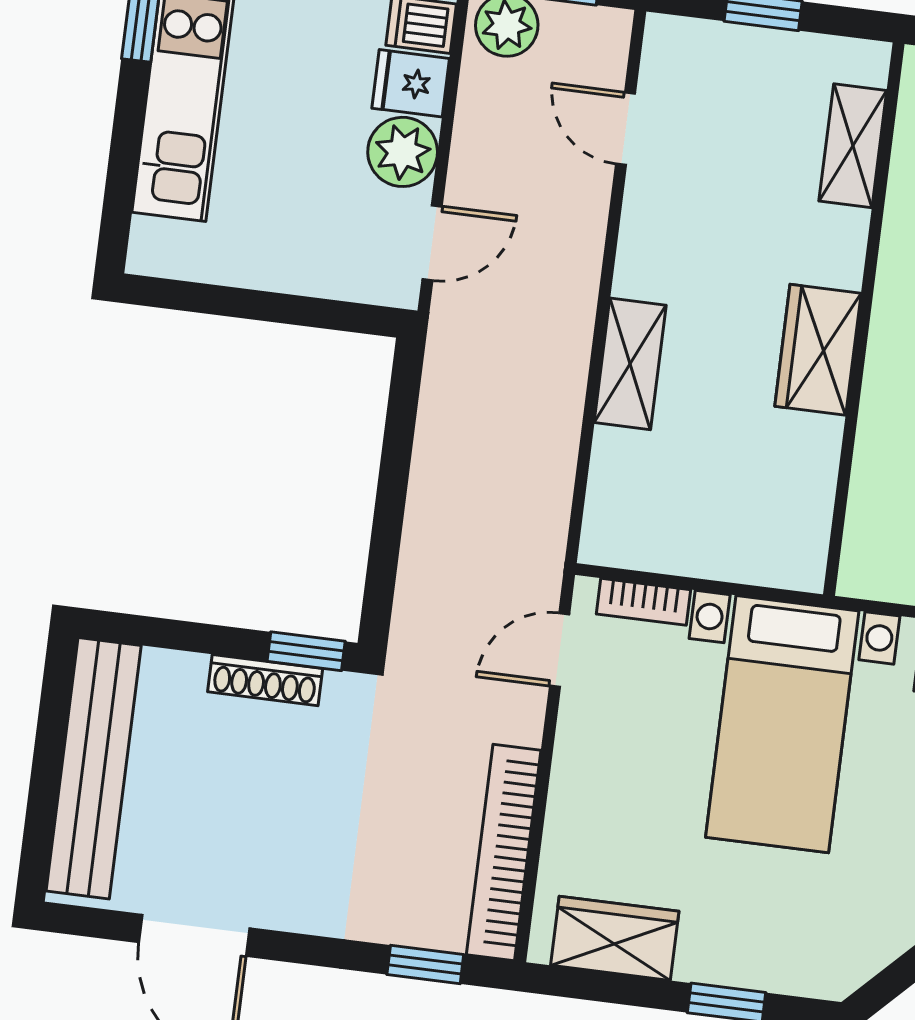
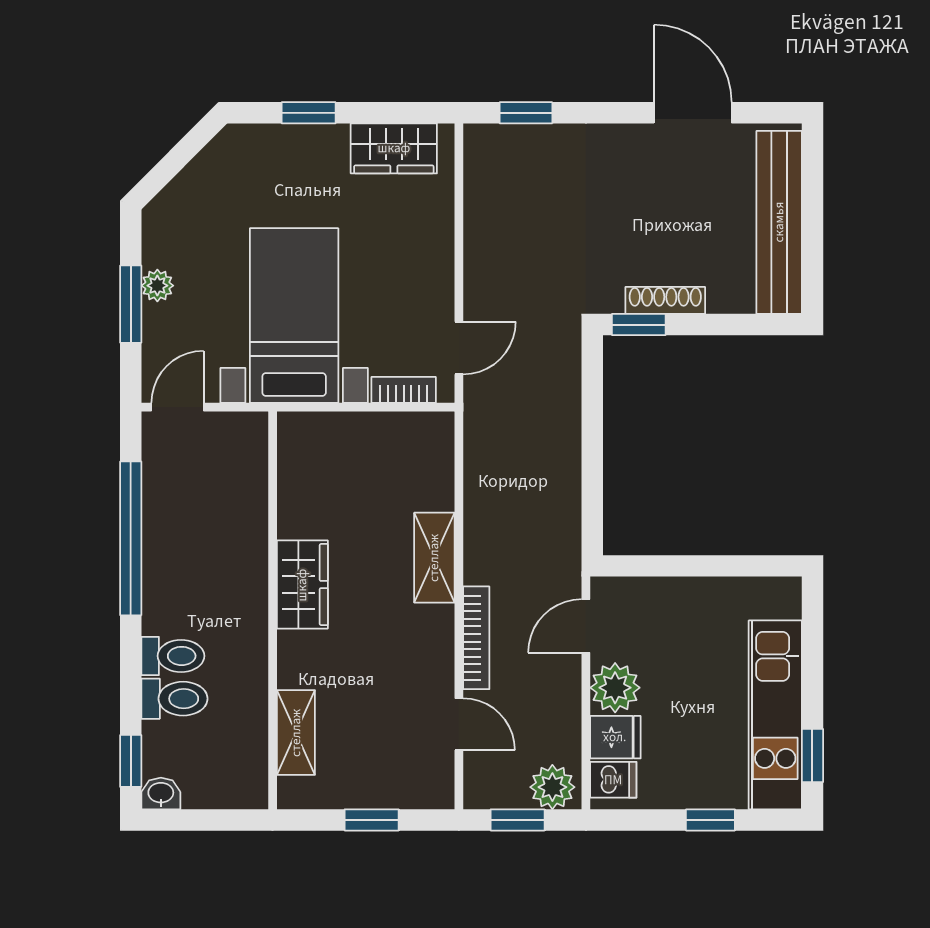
bookcase: (504, 852) -> (476, 638), moved, width x0.68, depth x0.76

